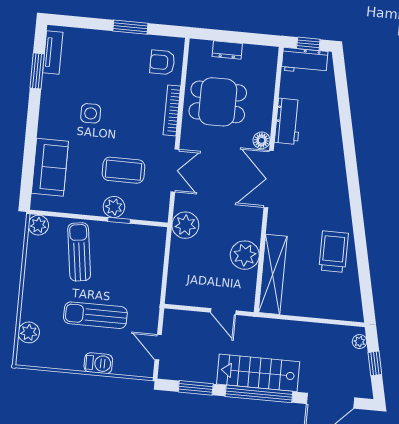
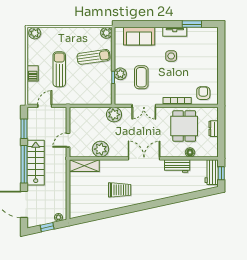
window: (130, 27) -> (221, 74), removed
tv unit: (53, 53) -> (175, 32), moved
floor lamp: (262, 140) -> (190, 152), moved
trolley: (334, 252) -> (120, 190), moved
shelving: (273, 274) -> (84, 166), width x0.68
plant: (29, 332) -> (35, 33), moved

